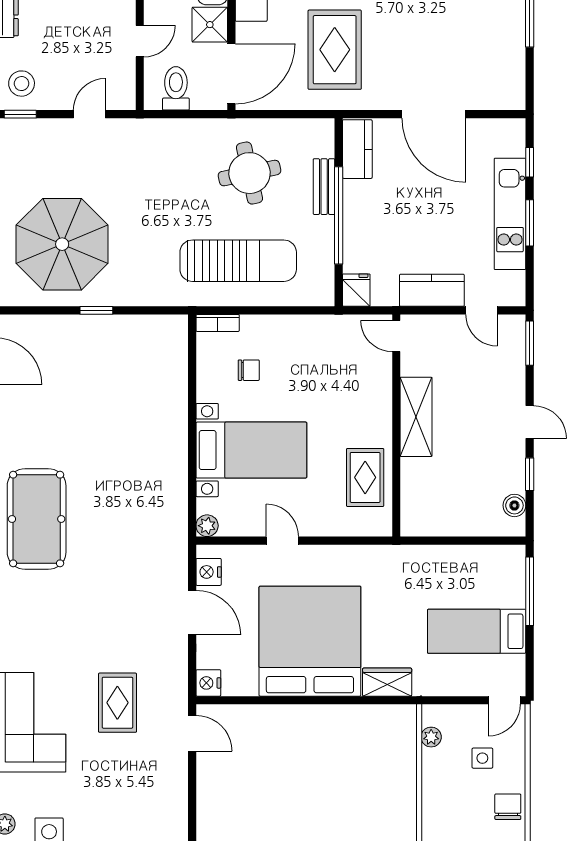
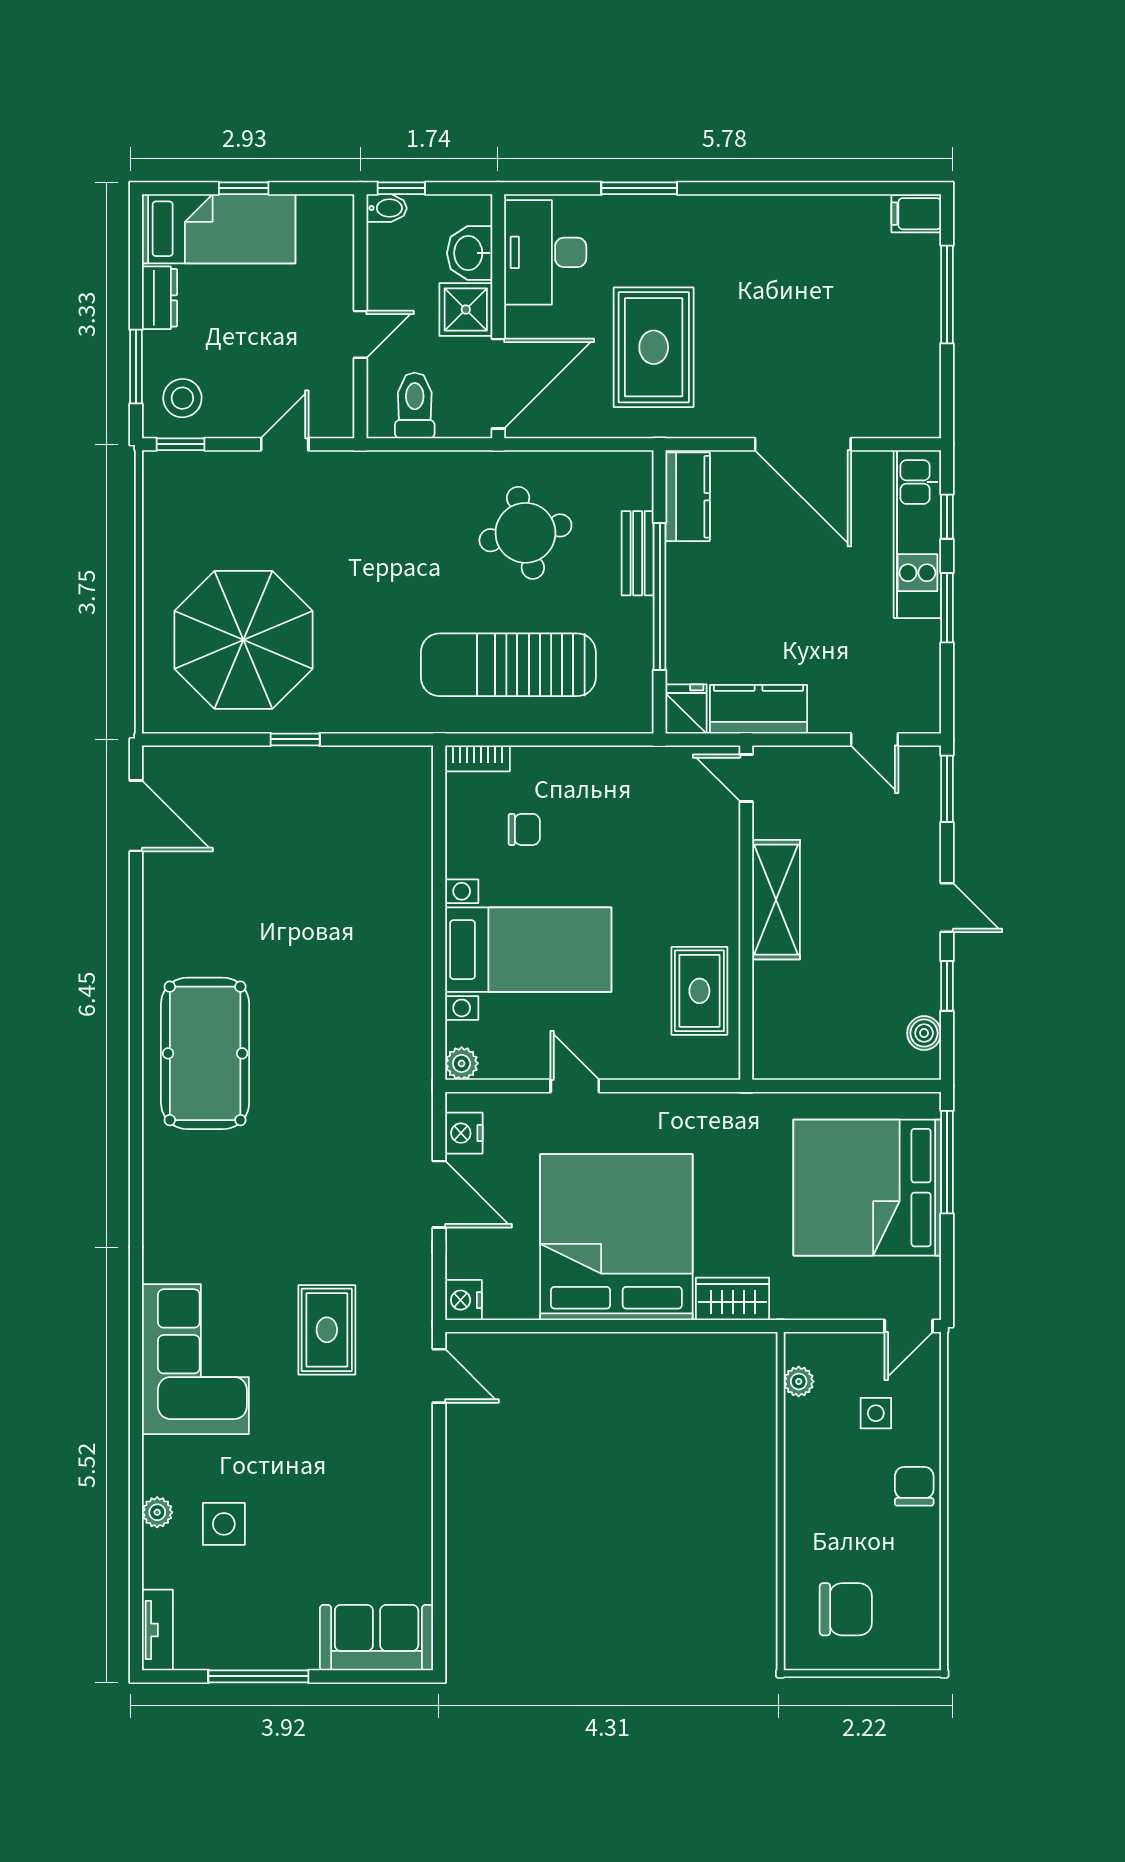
kitchen unit: (510, 214) -> (917, 534), moved
sun lounger: (238, 261) -> (508, 665), turned 180
kitchen counter: (432, 290) -> (758, 709), moved
bed: (477, 631) -> (867, 1188), width x2.04

